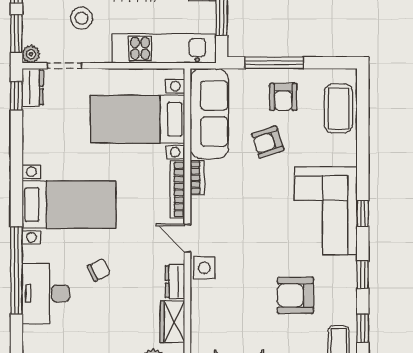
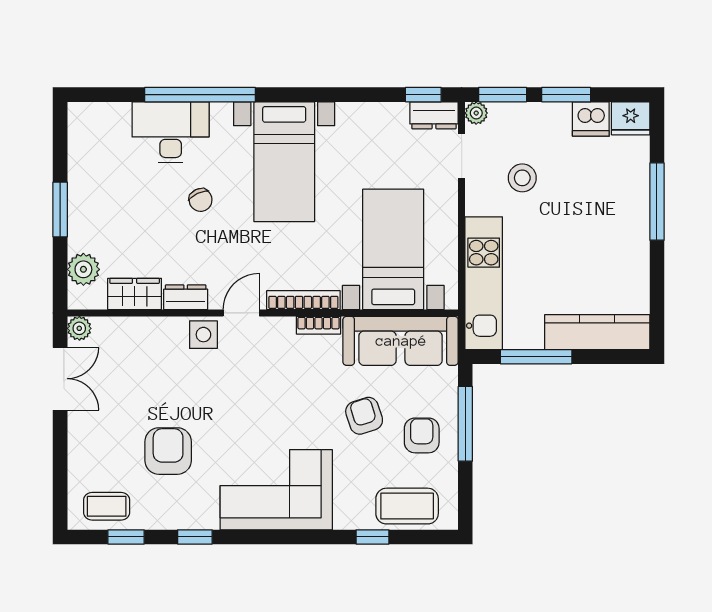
armchair: (283, 97) -> (422, 435), turned 90
window: (363, 214) -> (372, 537), moved

